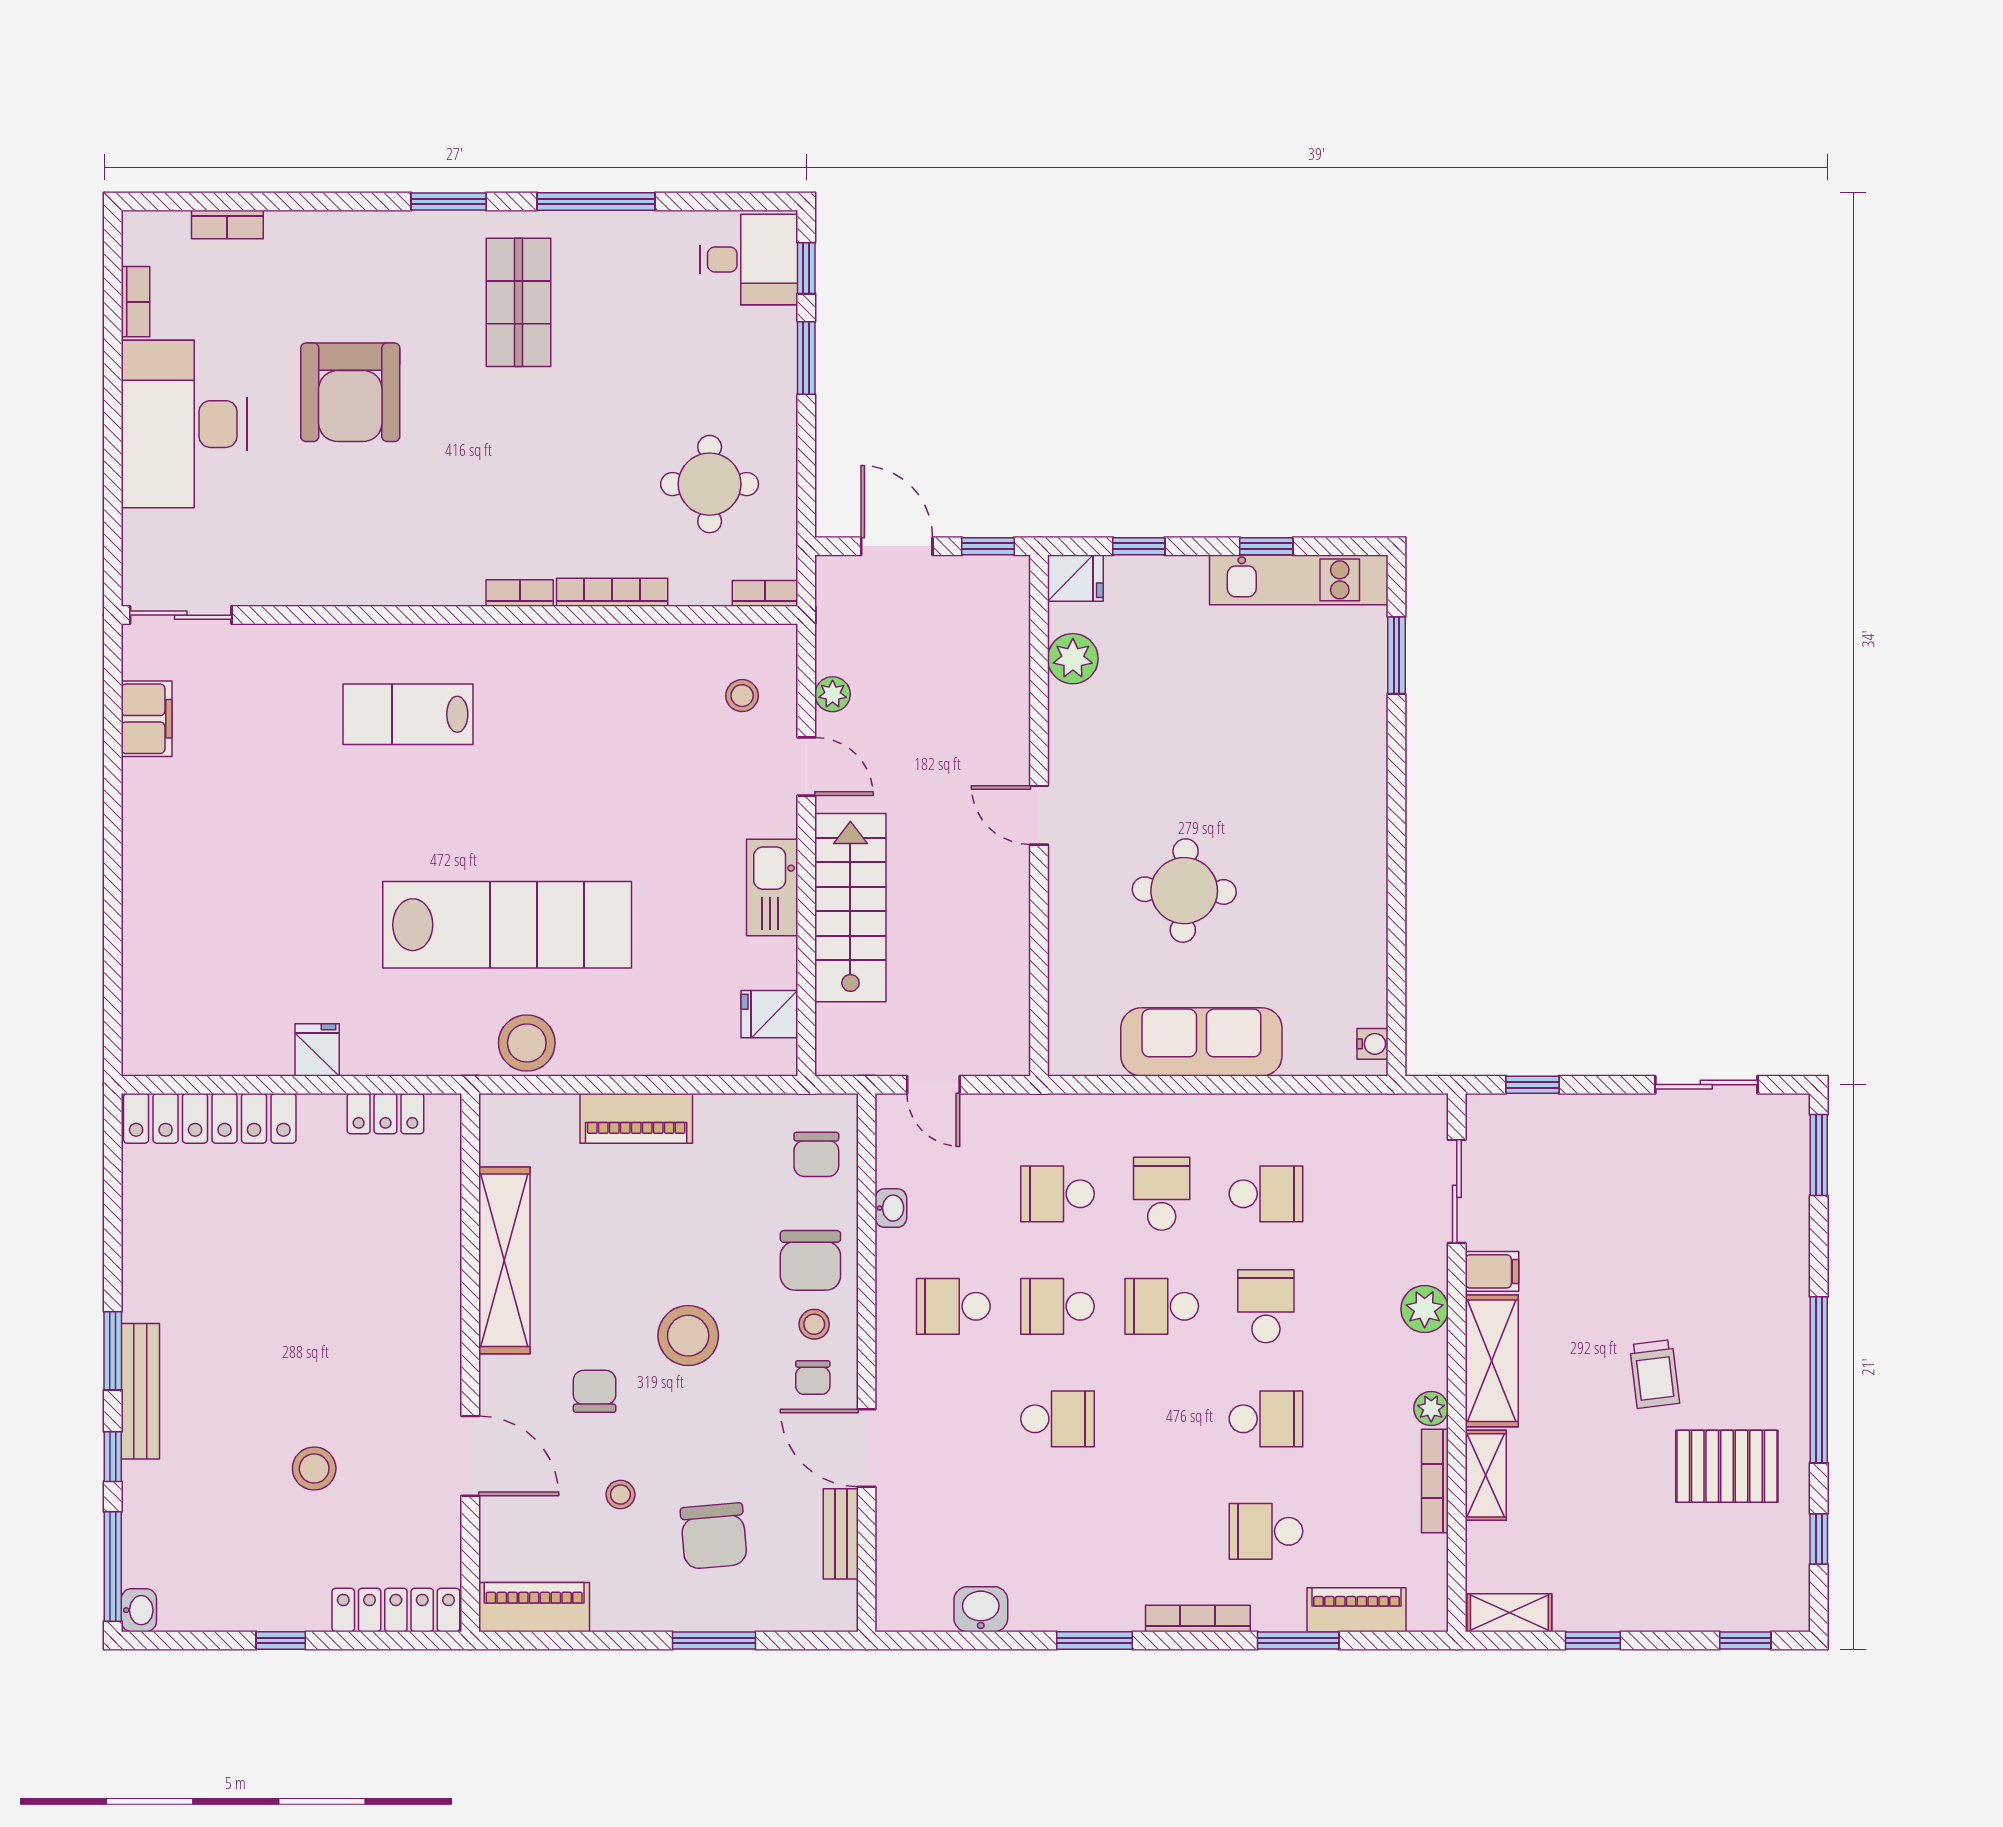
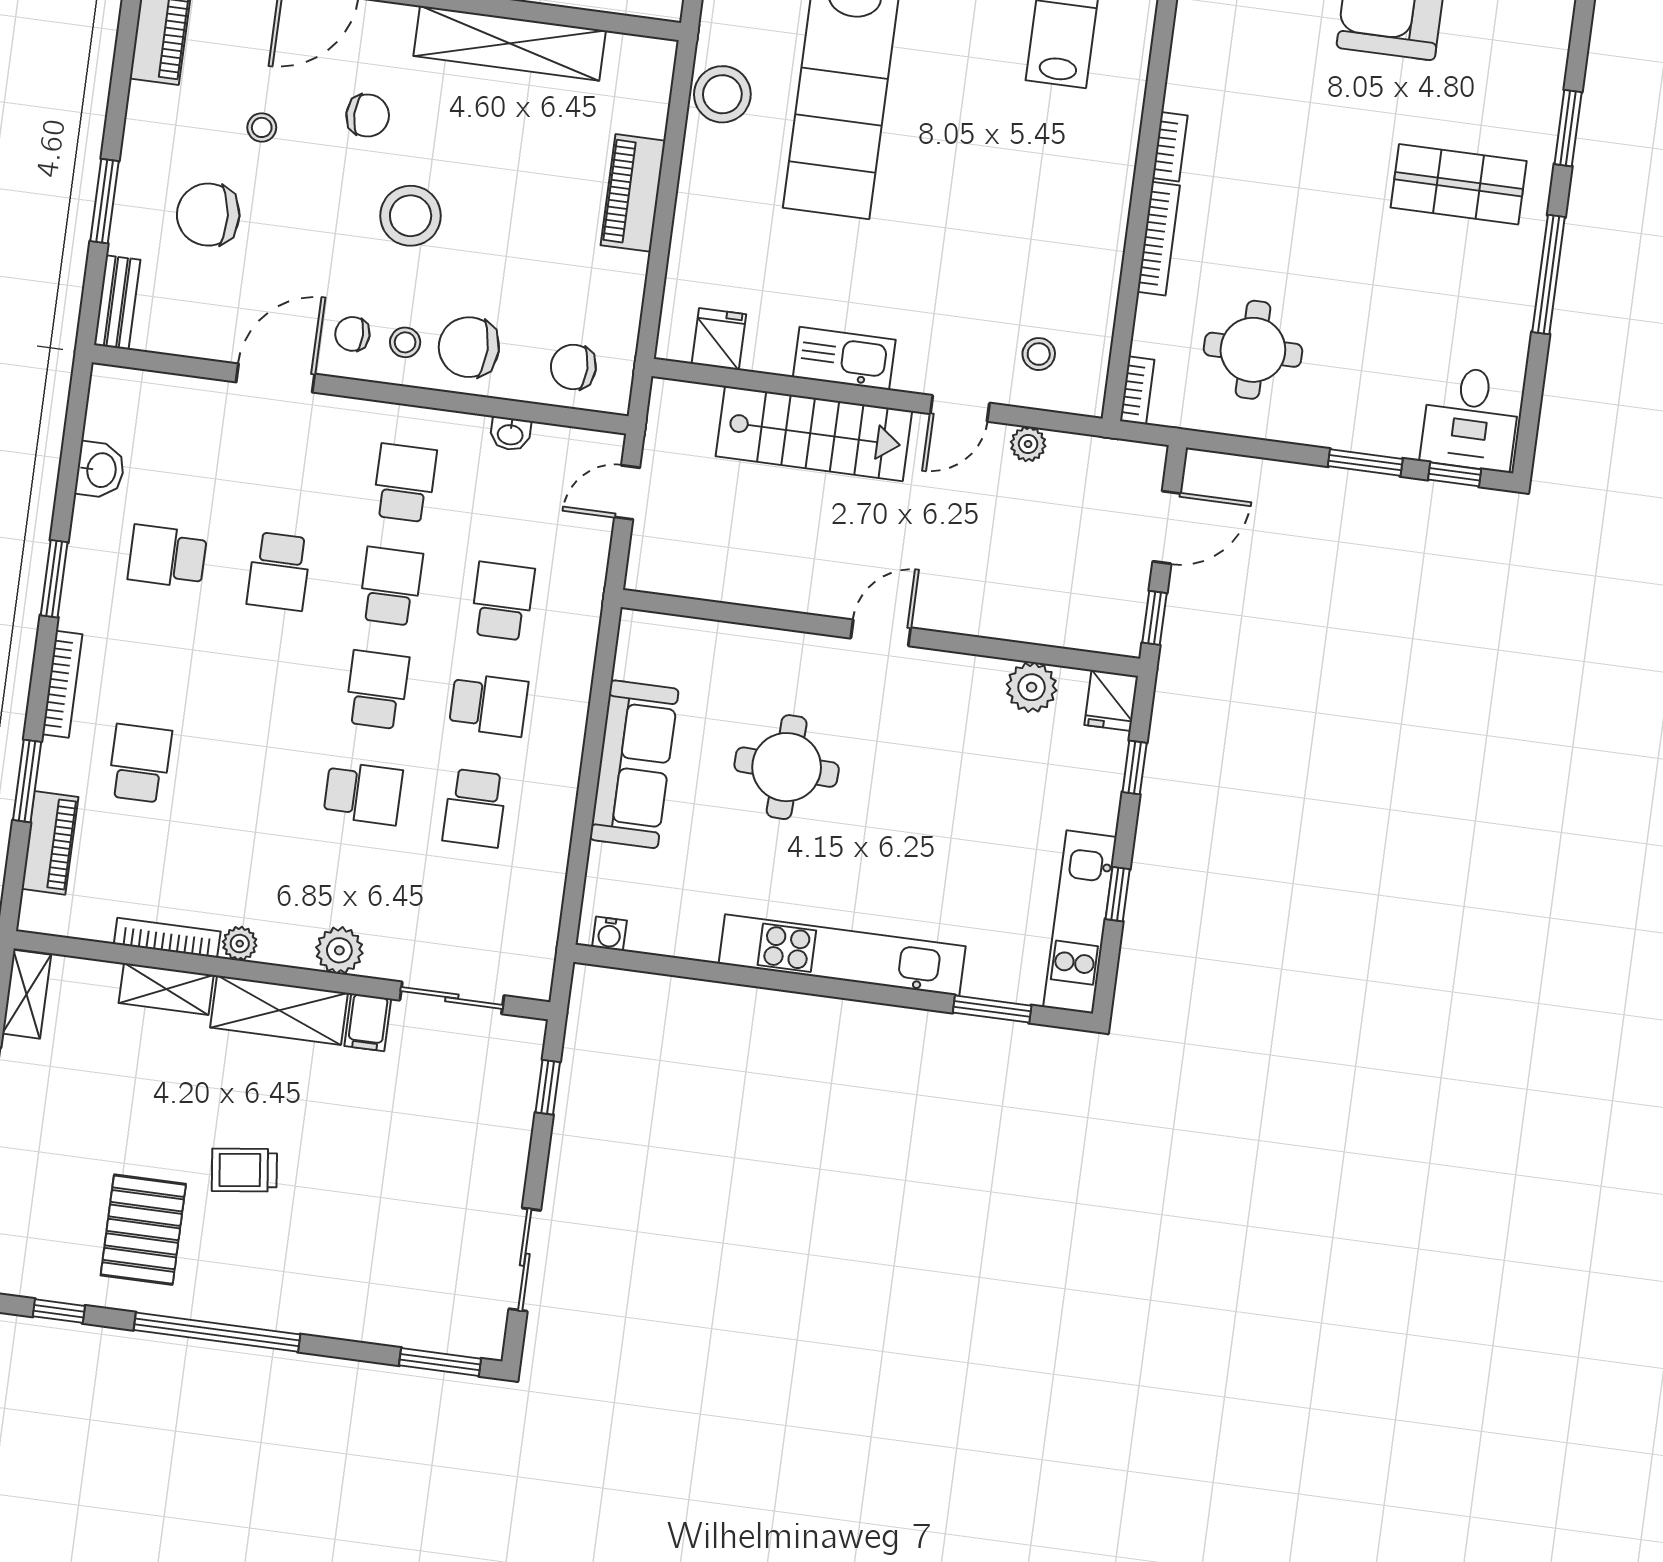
kitchen unit: (1363, 811) -> (842, 955), added
school desk: (1266, 1419) -> (167, 556), moved, turned 90
bench: (841, 1534) -> (117, 302), moved, turned 90

